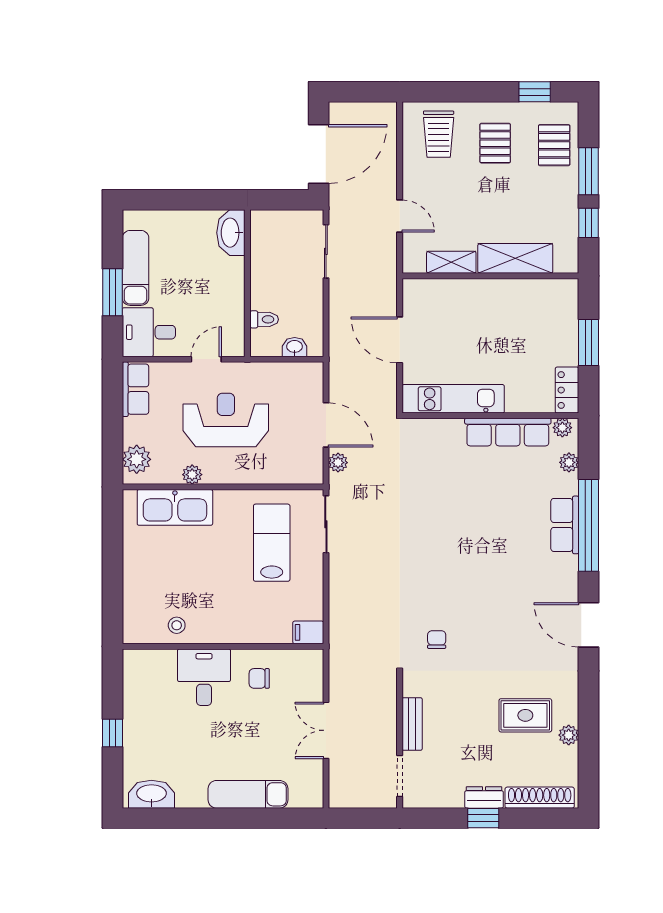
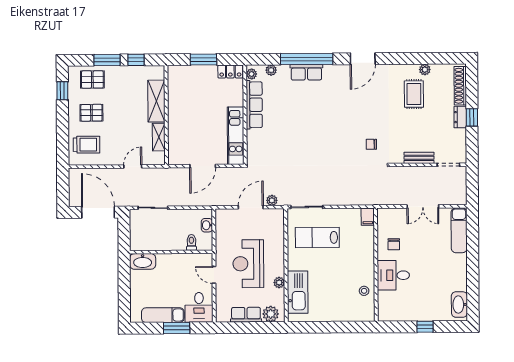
row of seats: (135, 389) -> (246, 315), moved
exam couch: (248, 794) -> (459, 230), moved

